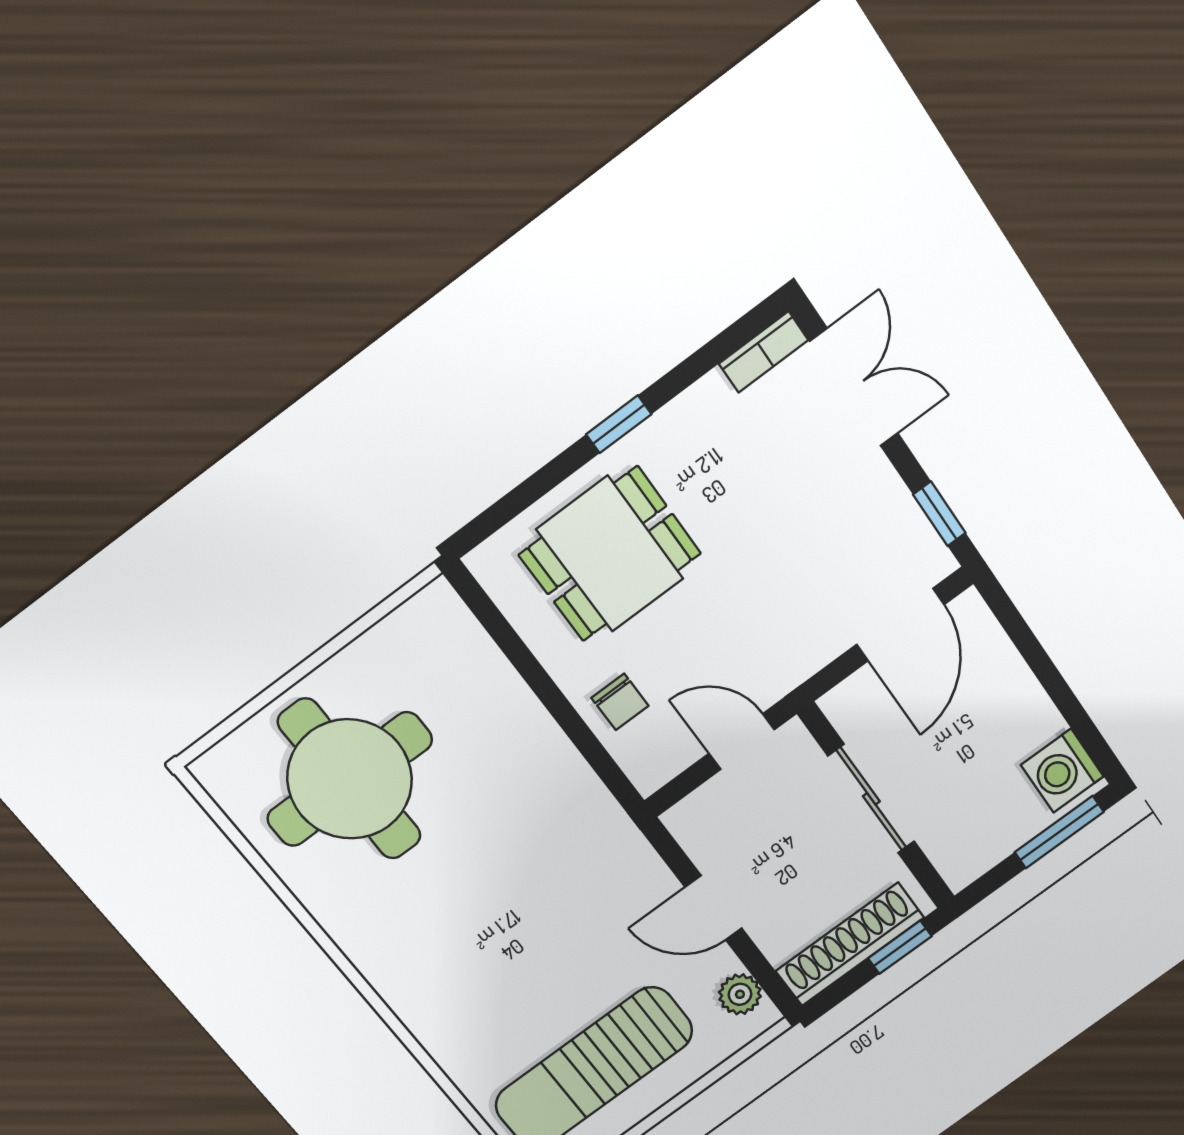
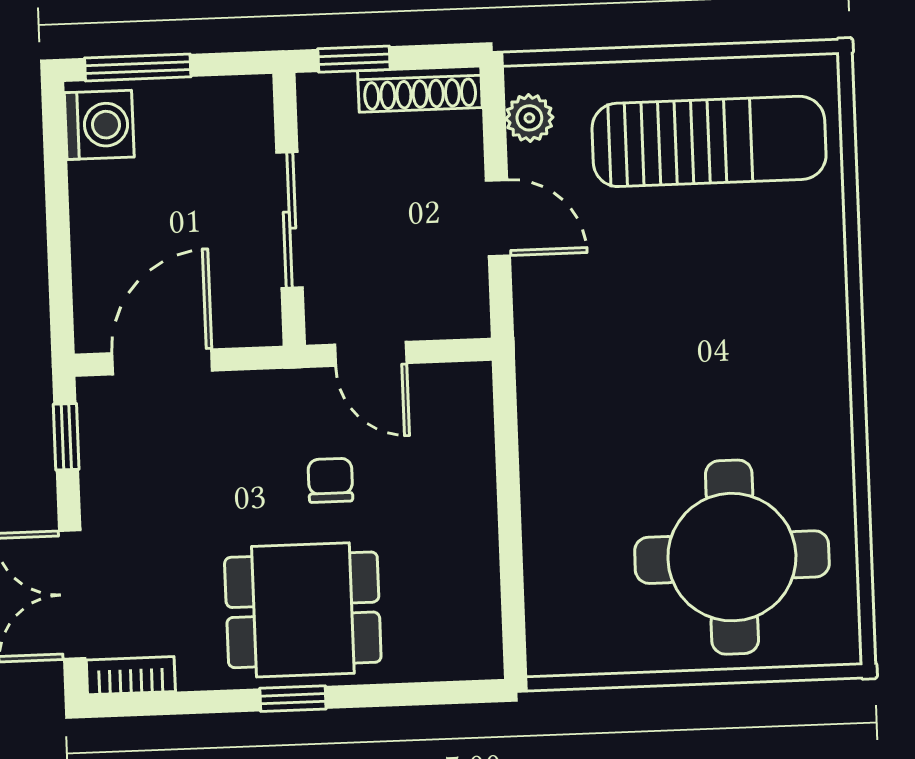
dining table: (610, 554) -> (303, 610), moved
chair: (620, 702) -> (330, 480), moved
shoe rack: (850, 944) -> (420, 89), width x0.74, depth x0.81

